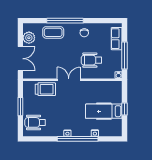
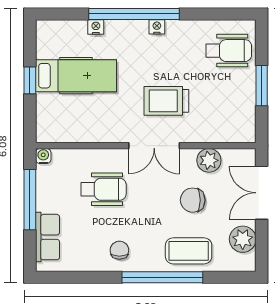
chair: (51, 55) -> (193, 200), added
plant: (44, 73) -> (209, 160), added
trolley: (45, 89) -> (166, 101), moved

